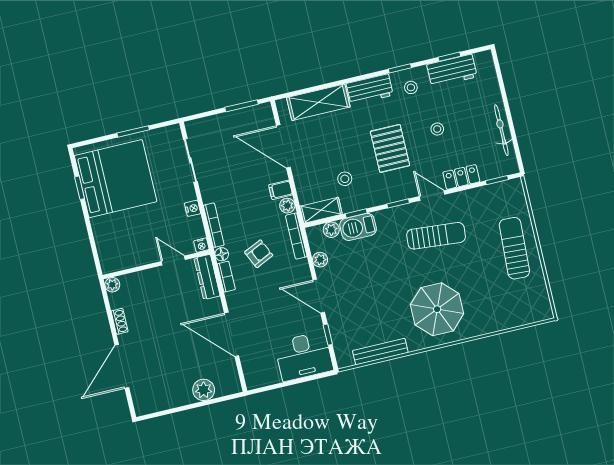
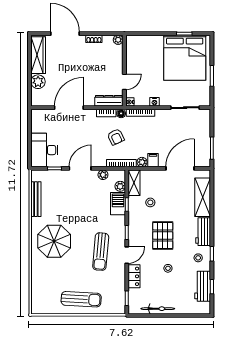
pallet: (390, 148) -> (163, 236), turned 90
wardrobe: (164, 399) -> (38, 55), added

